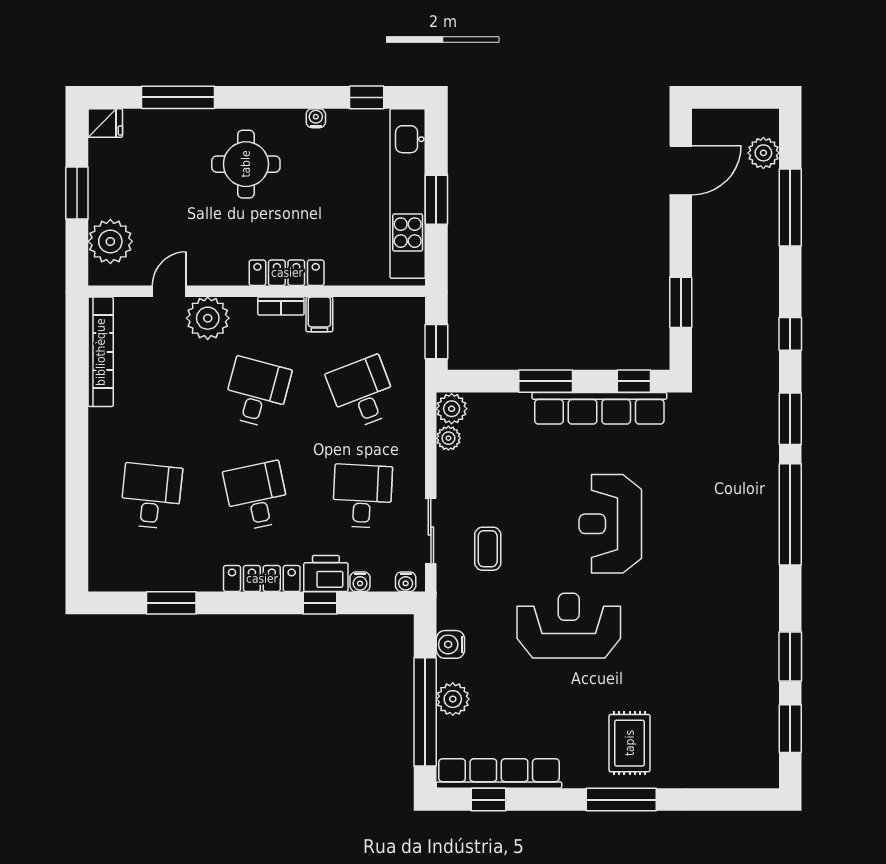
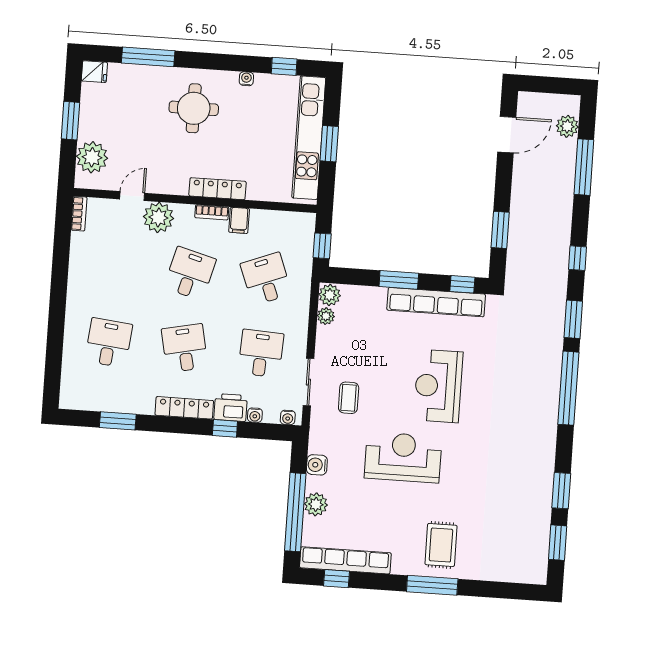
bookcase: (101, 352) -> (79, 214), width x0.43, depth x0.76

